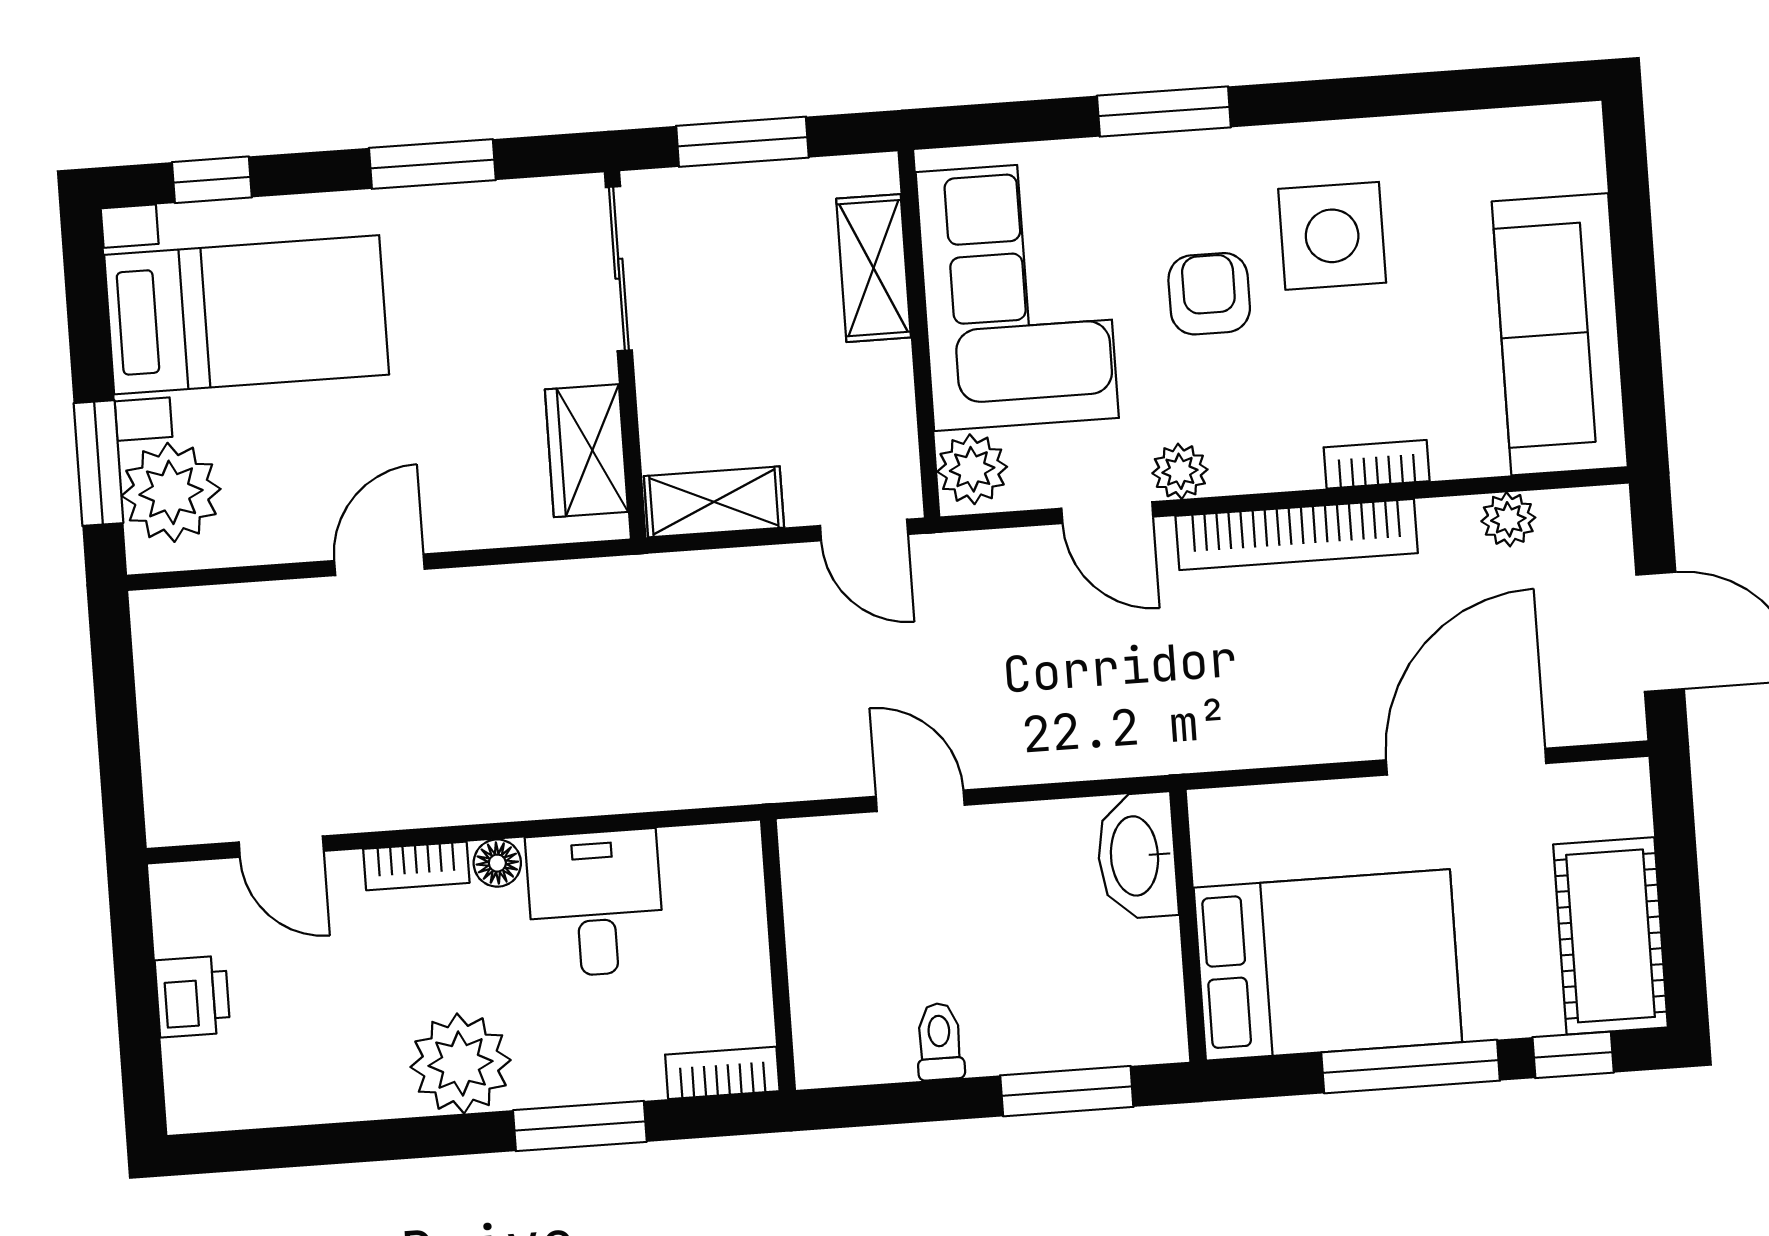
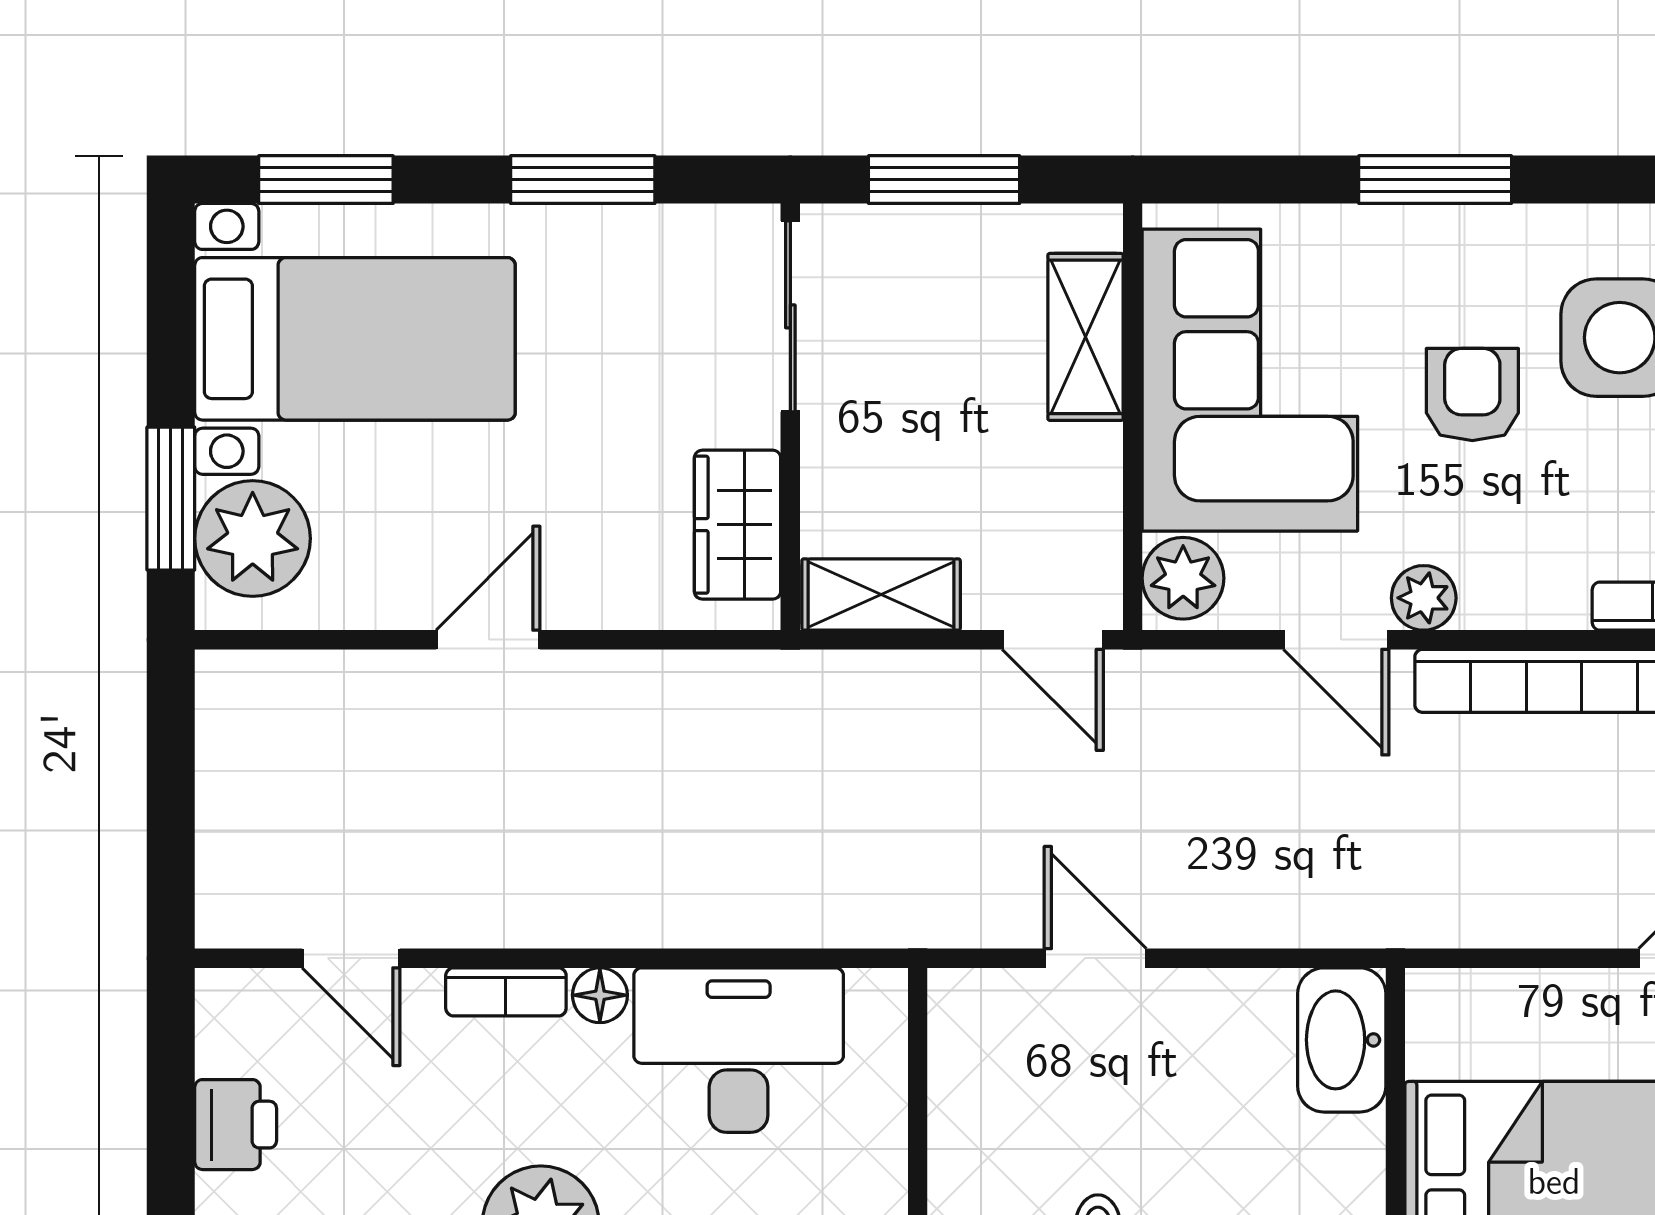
window: (212, 180) -> (326, 180), width x1.50
desk: (595, 903) -> (739, 1050), width x1.37

